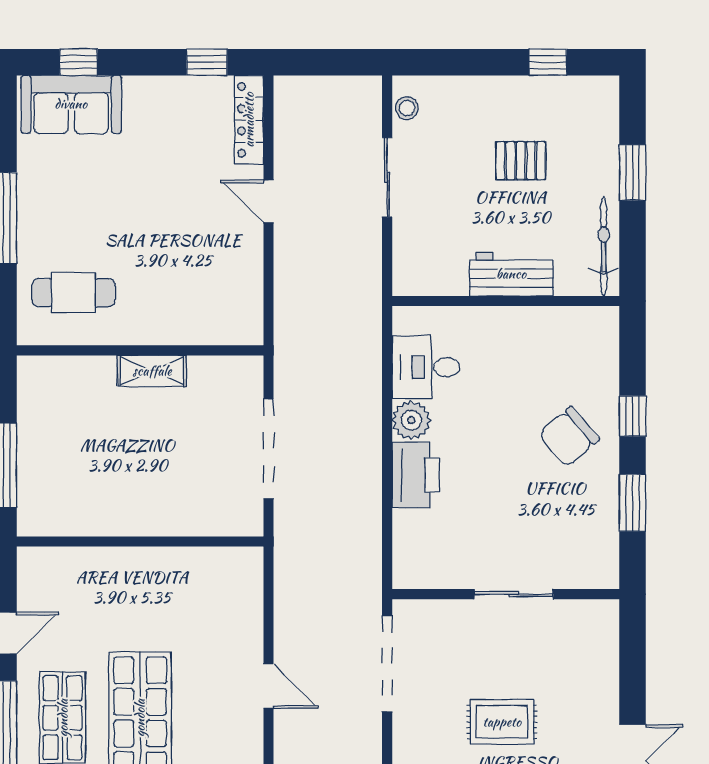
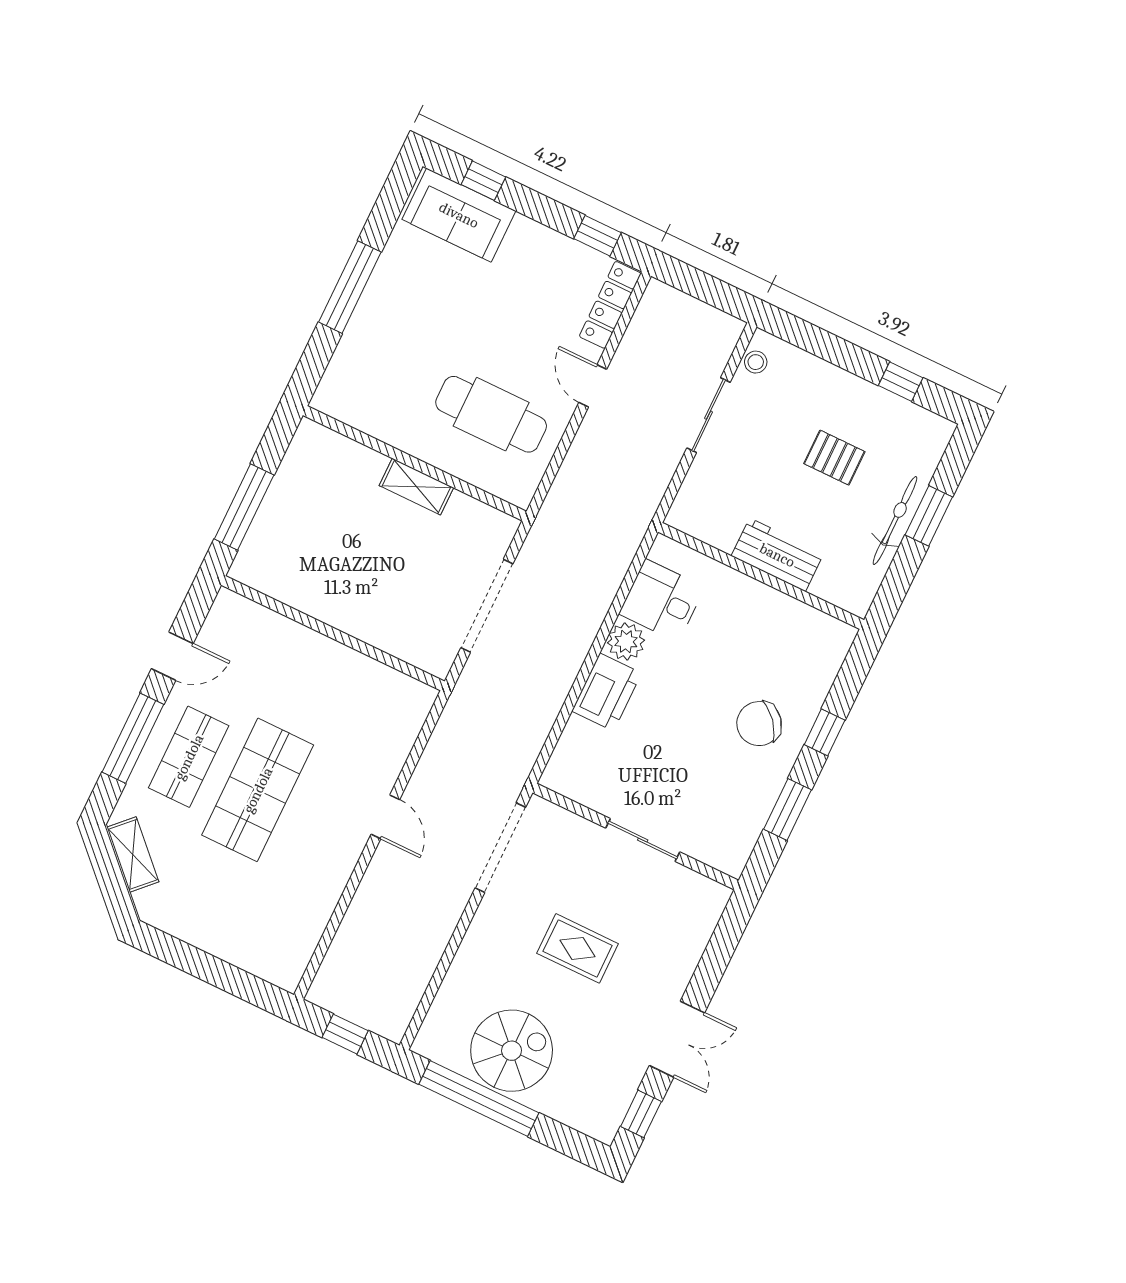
bicycle: (604, 247) -> (895, 521), moved
cafe table: (74, 293) -> (491, 414), moved, width x1.37, depth x1.35

